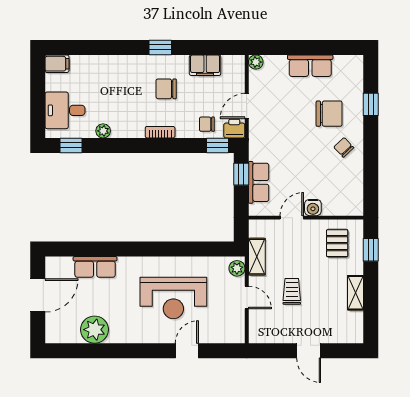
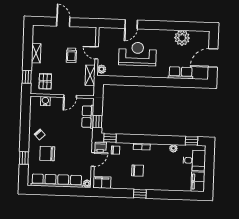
filing cabinet: (57, 64) -> (198, 182), width x2.00
filing cabinet: (205, 65) -> (102, 182), moved
row of seats: (310, 66) -> (57, 181), width x2.02
water cooler: (313, 208) -> (45, 101), moved

